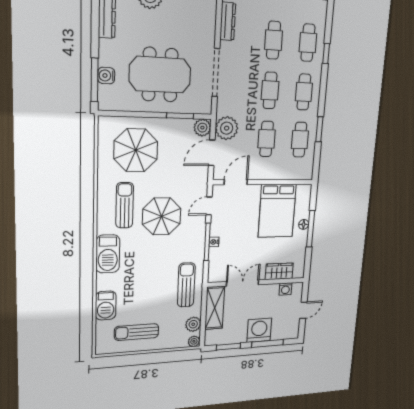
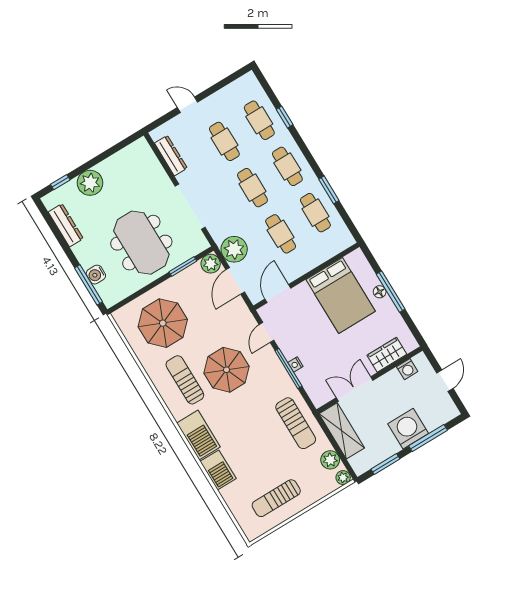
meeting table: (160, 75) -> (141, 243), turned 90
sun lounger: (186, 285) -> (296, 423), turned 180
barbecue: (106, 305) -> (218, 470), moved

